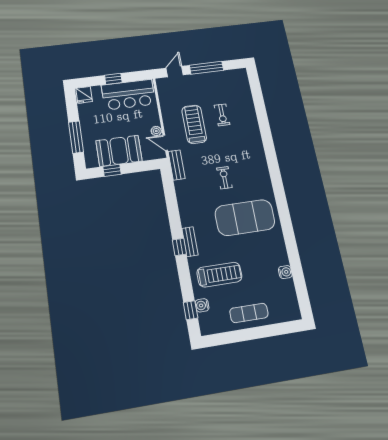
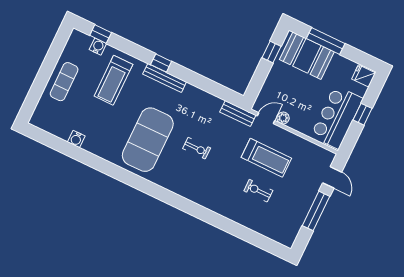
booth: (119, 151) -> (307, 56), moved, turned 90
bench: (190, 242) -> (165, 78), width x1.36

